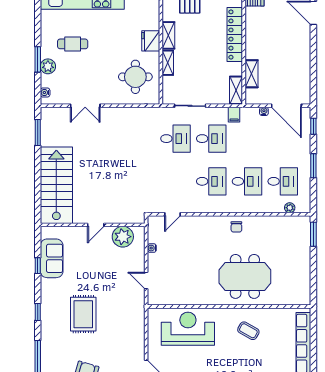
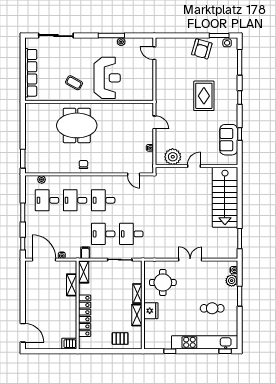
plant: (48, 66) -> (232, 281), moved
double door: (85, 106) -> (190, 260), moved
door: (172, 214) -> (134, 174), swing flipped
reception desk: (188, 329) -> (107, 78), moved, turned -90

